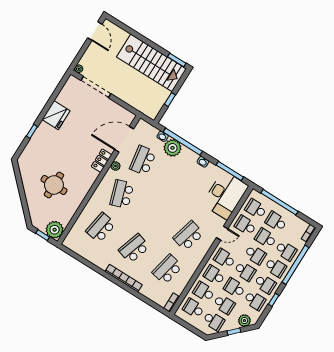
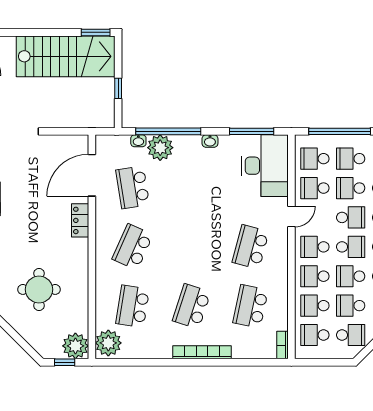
plant: (115, 166) -> (108, 343), moved, width x1.87, depth x1.87
school desk: (122, 194) -> (133, 247), turned 42
school desk: (224, 304) -> (351, 306), turned 180

